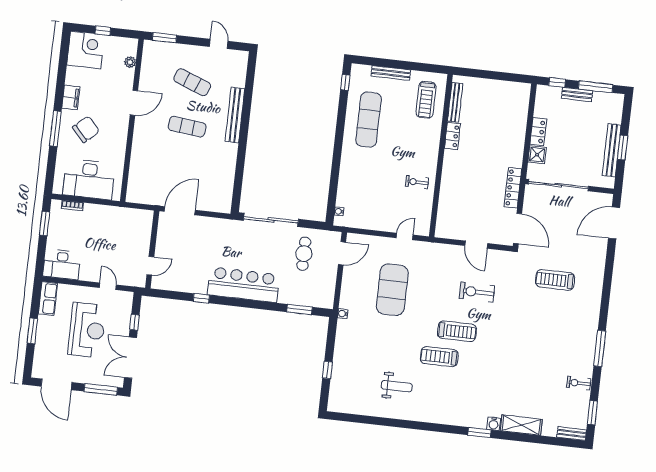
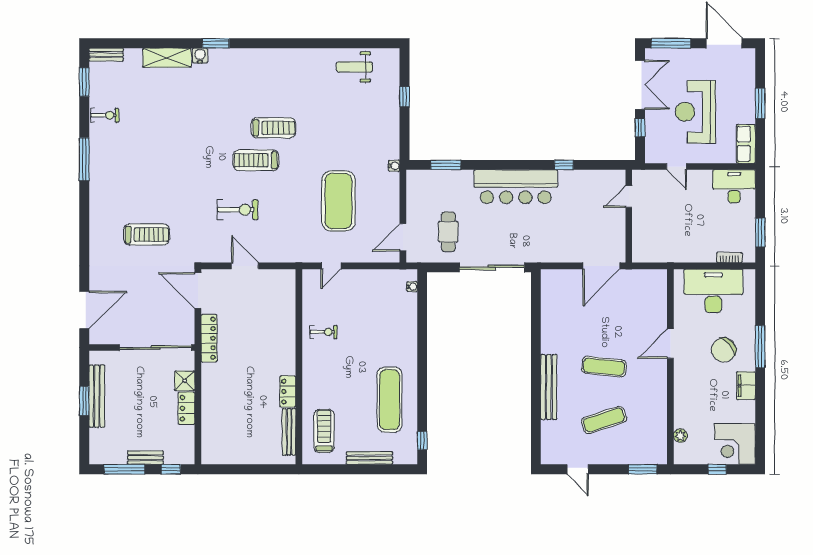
exercise mat: (192, 82) -> (604, 420), turned -39
door: (134, 103) -> (670, 344), moved
weight bench: (397, 386) -> (354, 67), moved

